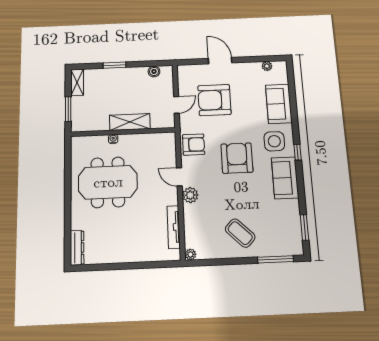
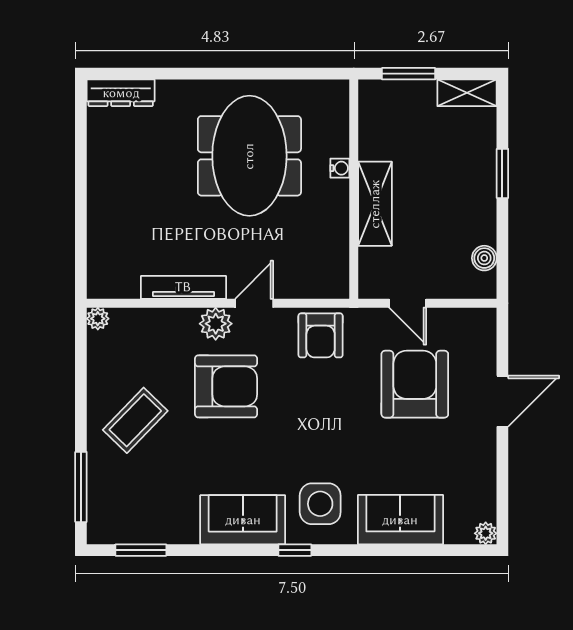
plant: (267, 66) -> (486, 533), moved
armchair: (237, 158) -> (226, 386), moved
tv unit: (174, 227) -> (183, 287), moved

